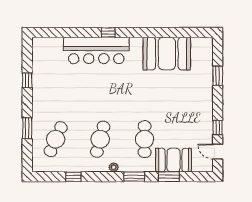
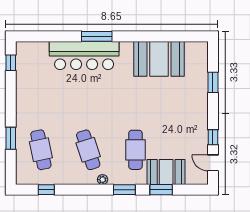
window: (108, 32) -> (97, 36), width x2.17
window: (27, 80) -> (11, 63), moved
cafe table: (56, 139) -> (41, 150), turned -36
cafe table: (100, 139) -> (88, 150), turned -33
window: (73, 177) -> (46, 190), moved

